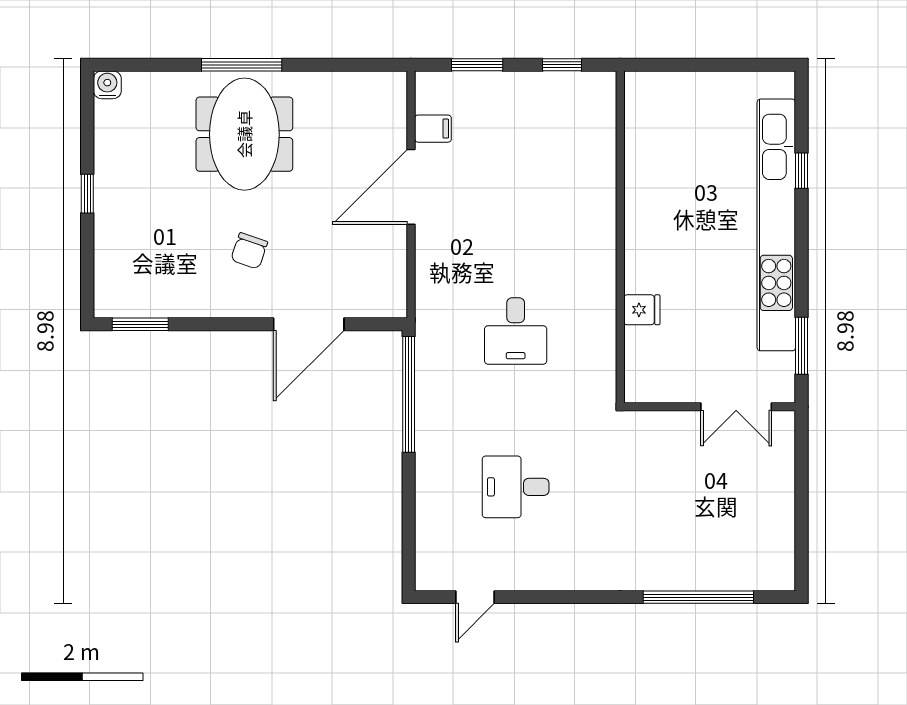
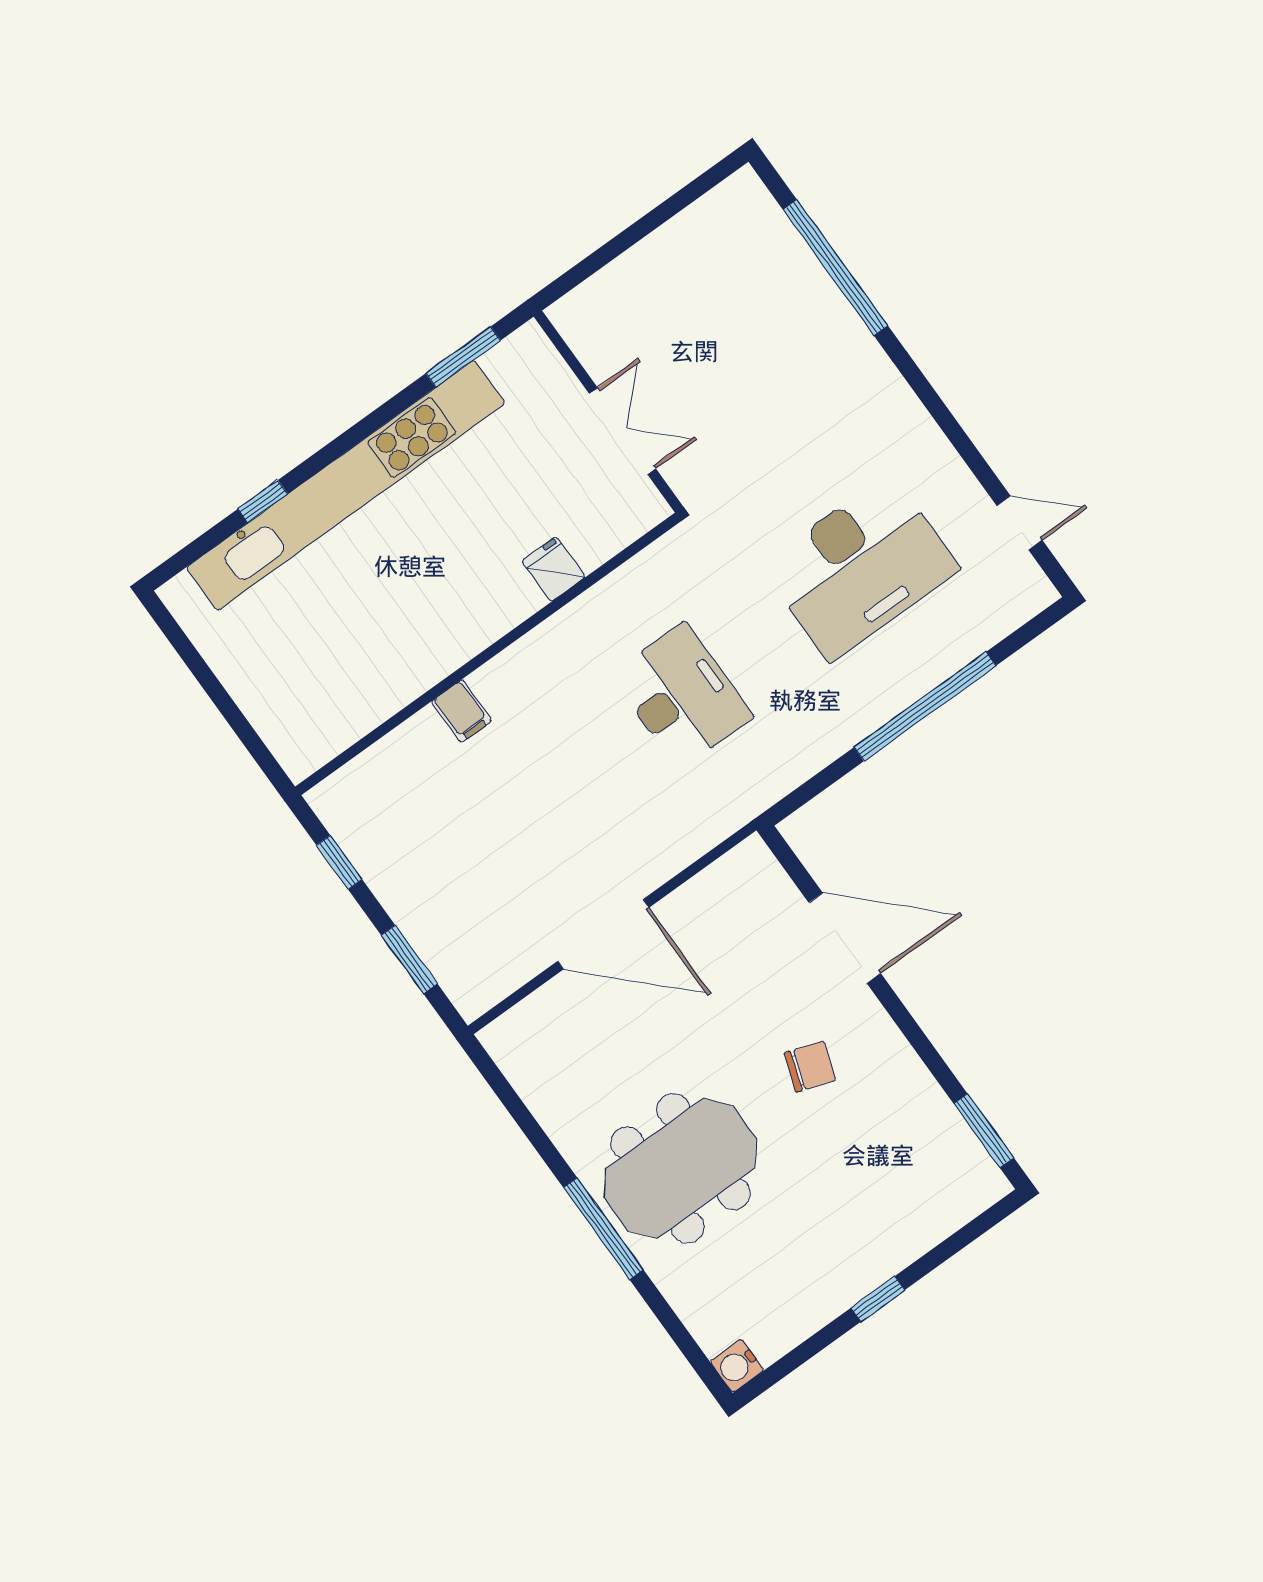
filing cabinet: (433, 129) -> (462, 711), moved, turned 180
desk: (516, 331) -> (682, 696), width x1.37
window: (409, 394) -> (925, 706), moved
double door: (736, 407) -> (623, 431), moved
desk: (516, 487) -> (860, 567), width x1.87, depth x1.30

